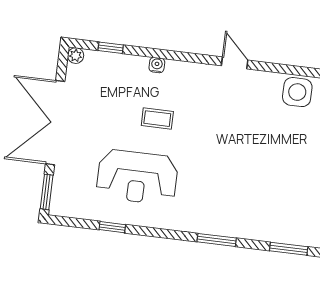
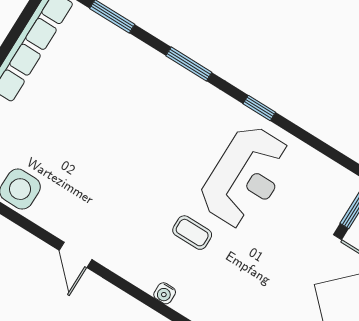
reception desk: (137, 177) -> (246, 177), turned 90
window: (112, 227) -> (259, 108), moved

